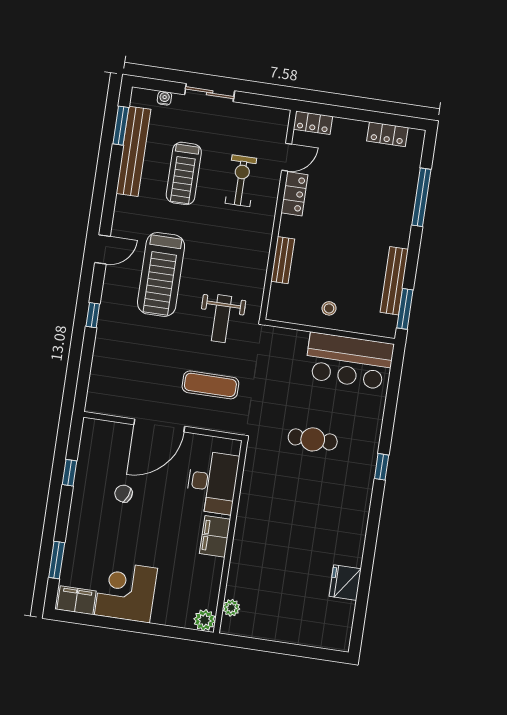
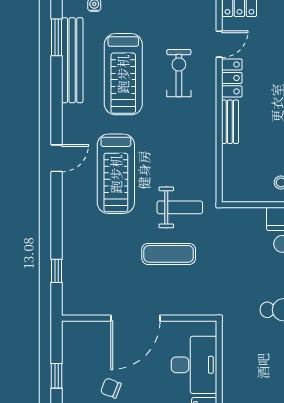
treadmill: (184, 173) -> (123, 74), width x1.37, depth x1.38
bench: (283, 260) -> (230, 122), moved
window: (93, 315) -> (56, 271), moved
weight bench: (222, 319) -> (180, 207), turned -90
exercise mat: (210, 385) -> (169, 254), moved

